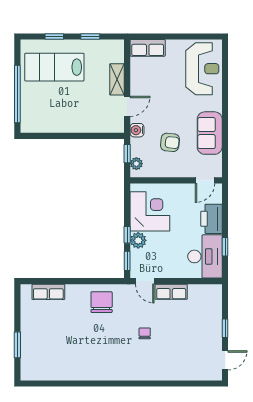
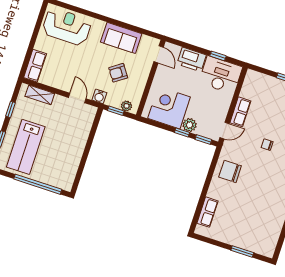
shelving: (117, 79) -> (40, 95), moved
armchair: (170, 142) -> (118, 73), turned -131

